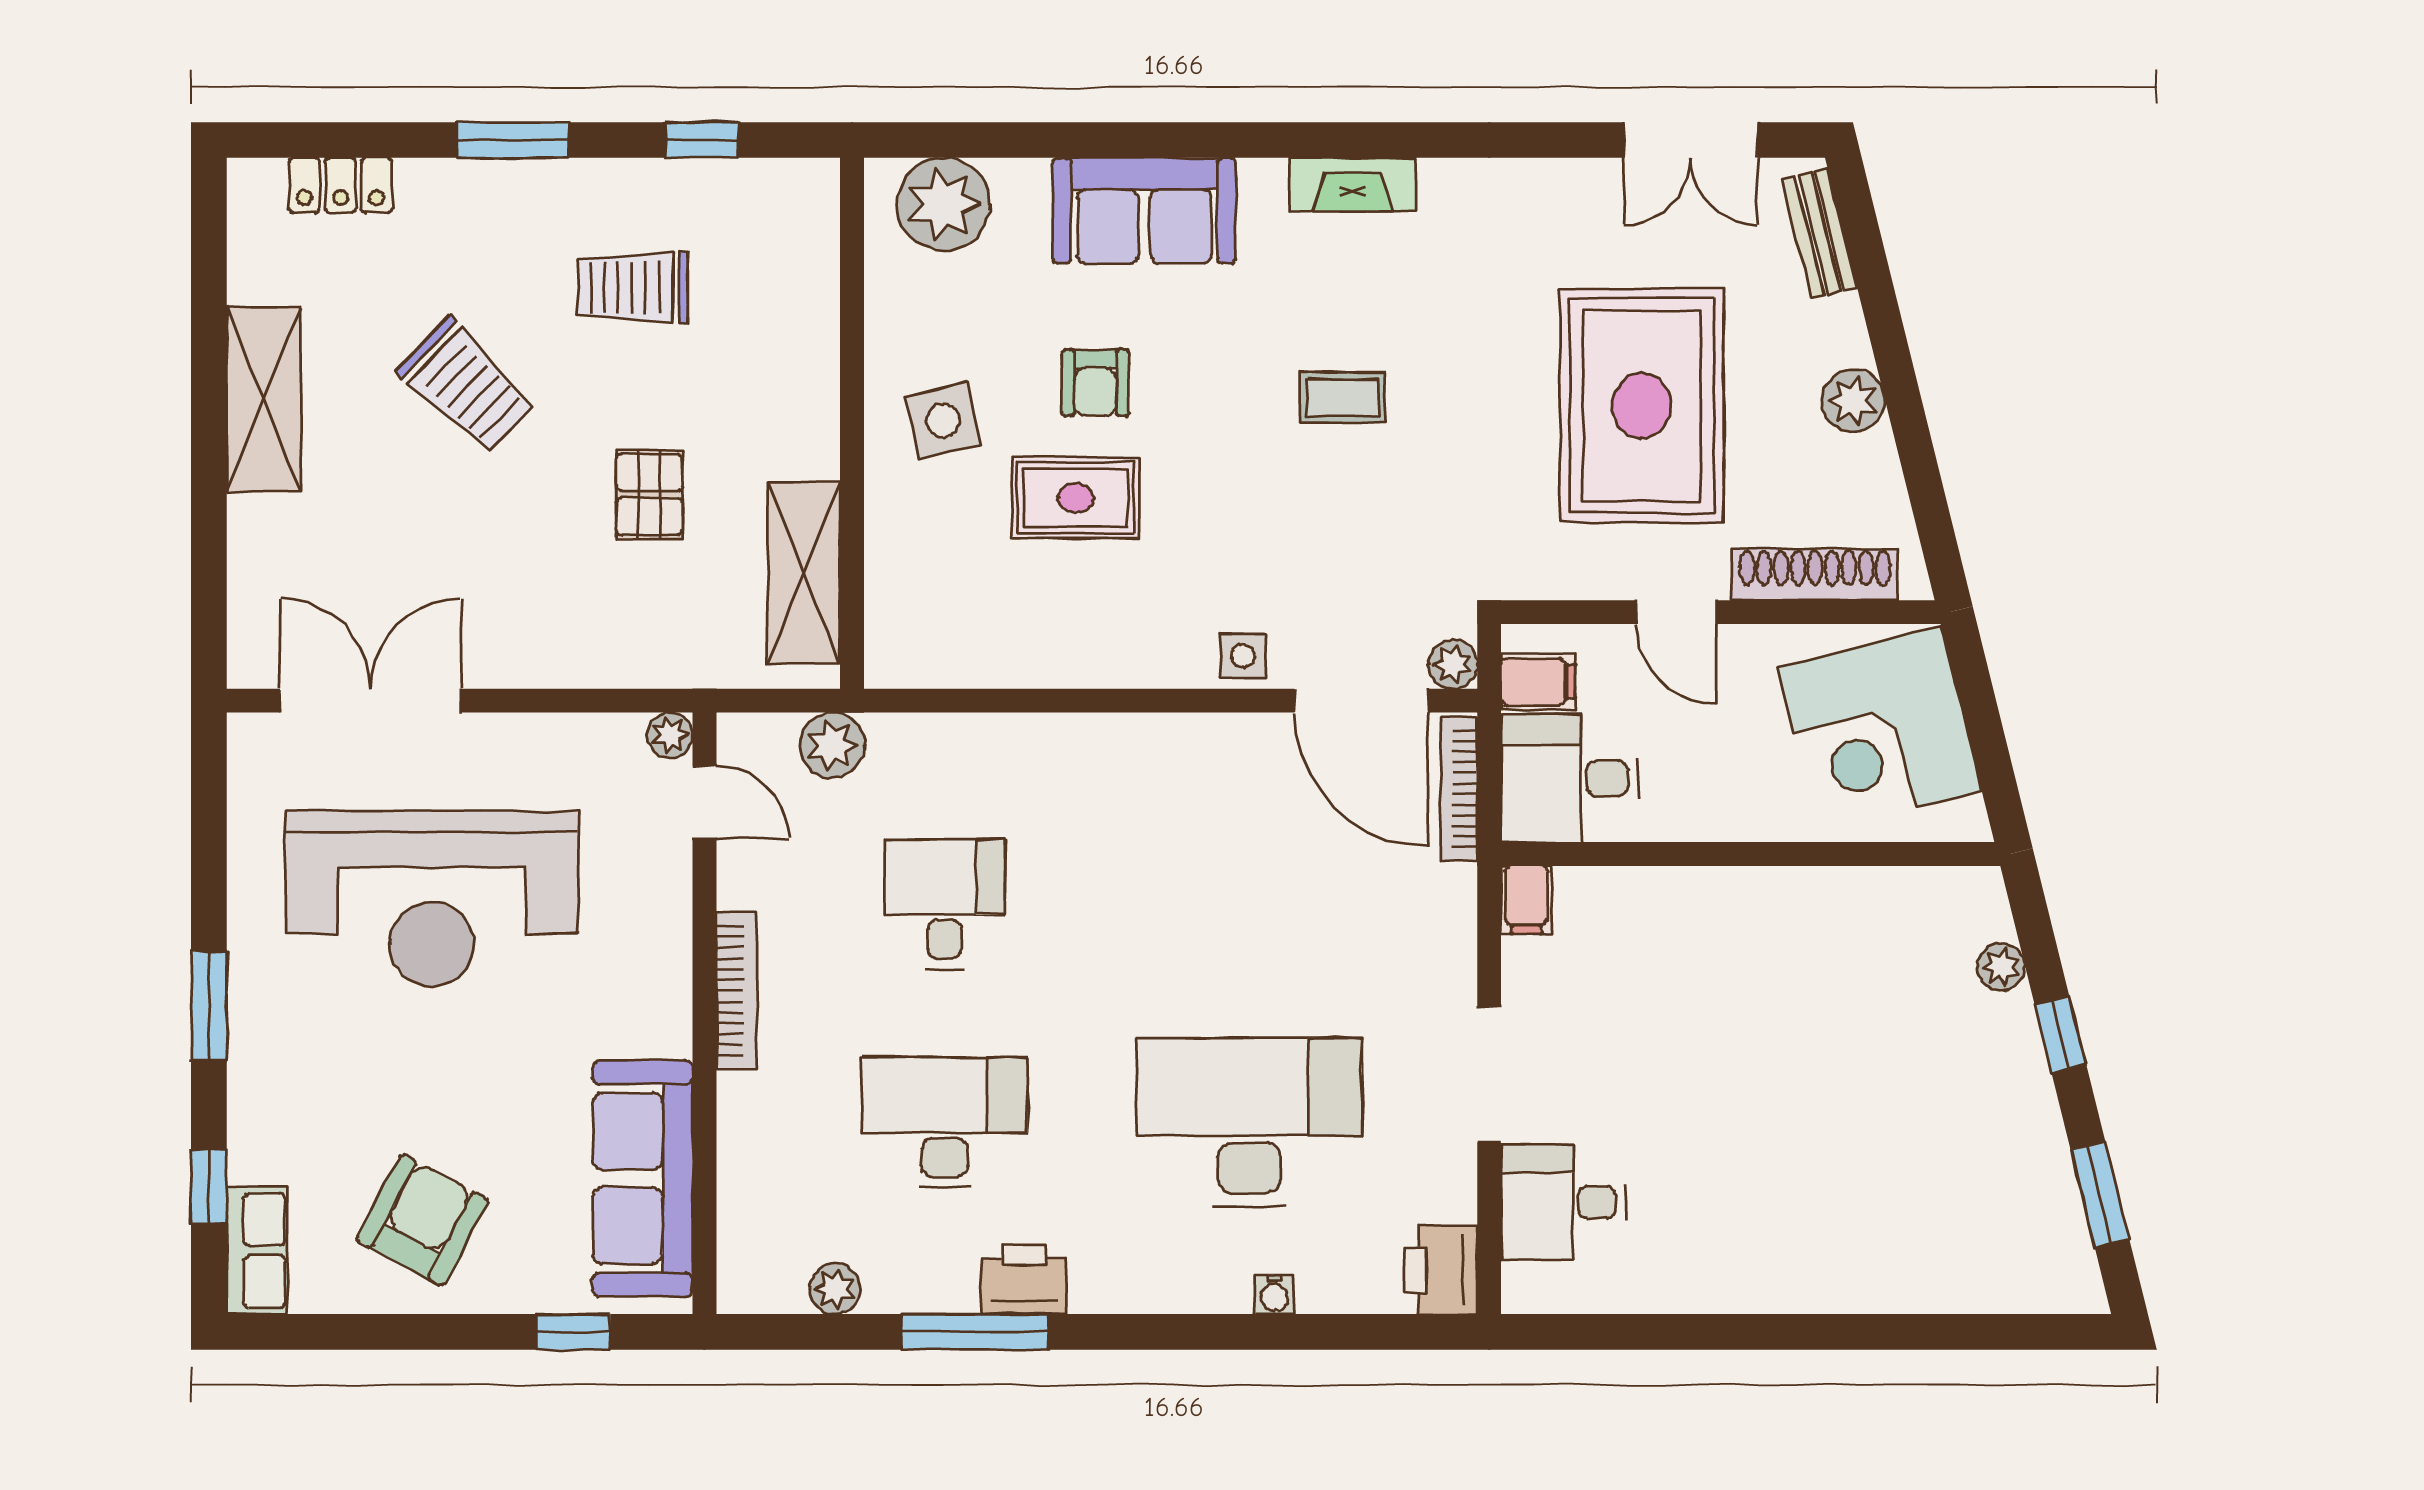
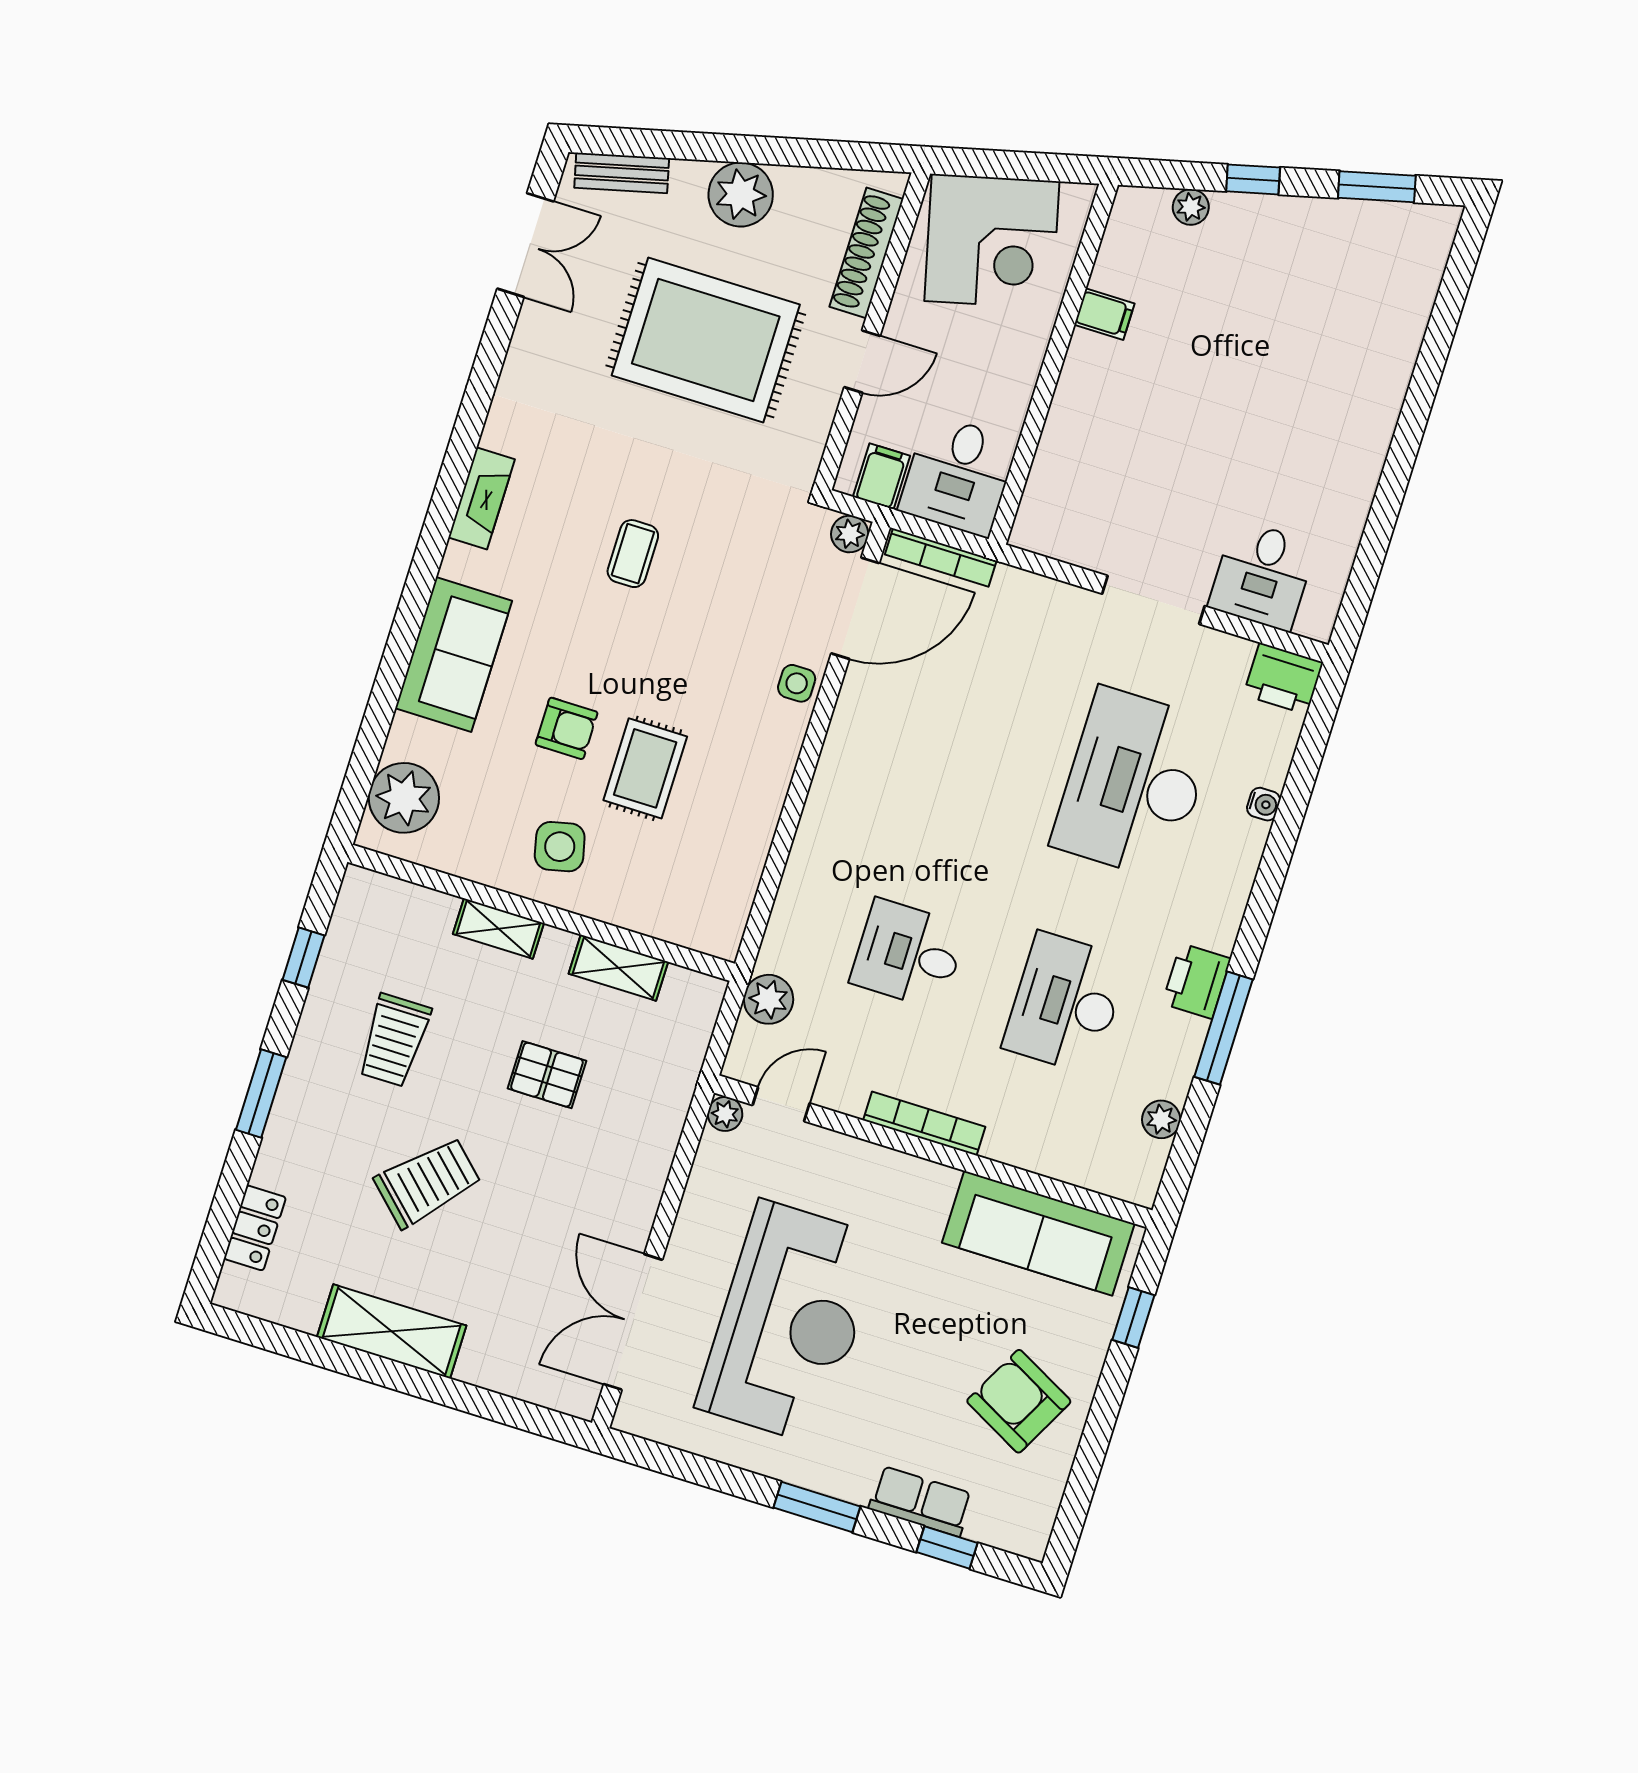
shelving: (815, 375) -> (498, 929), added
plant: (1853, 401) -> (741, 195), width x1.36, depth x1.36
shelving: (804, 573) -> (618, 968), width x0.67, depth x0.75
filing cabinet: (1526, 900) -> (1104, 314), moved
row of seats: (257, 1251) -> (921, 1501), moved

